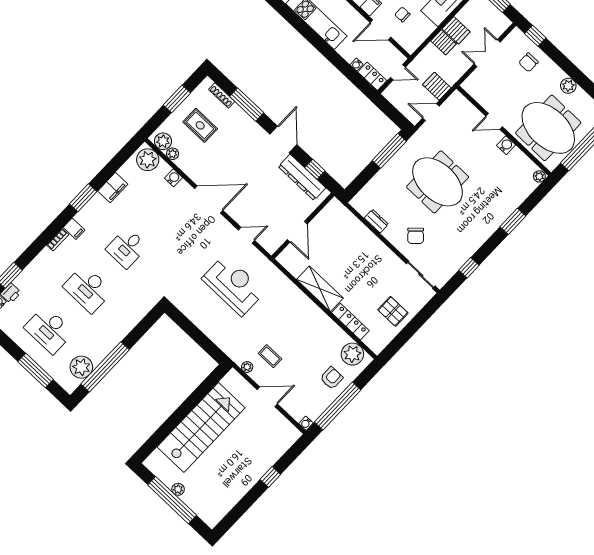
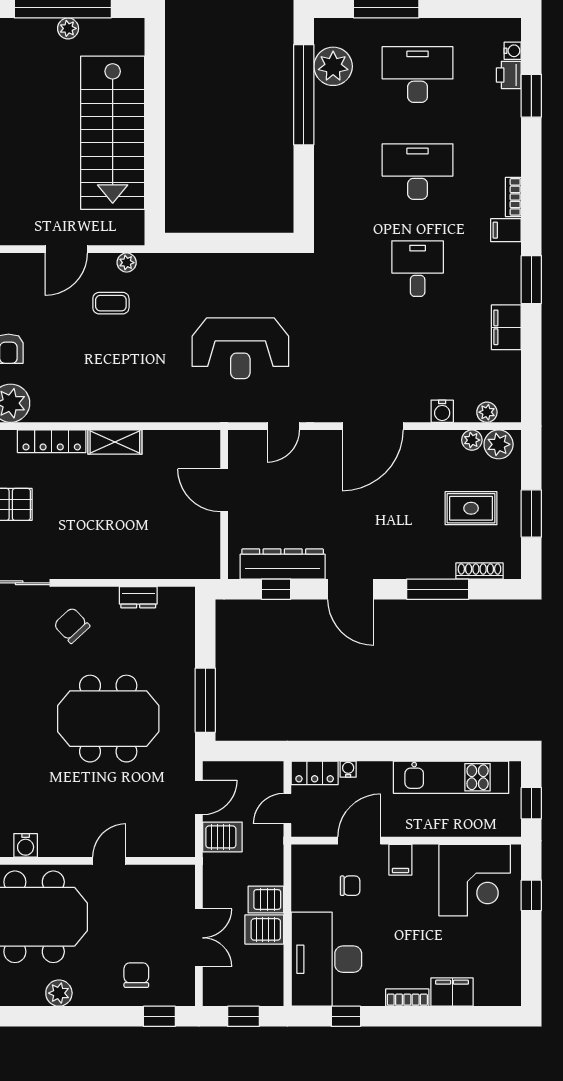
water cooler: (506, 145) -> (26, 845), moved
plant: (148, 160) -> (487, 412), width x0.53, depth x0.53
shelving: (320, 289) -> (115, 442), width x0.67, depth x0.75

